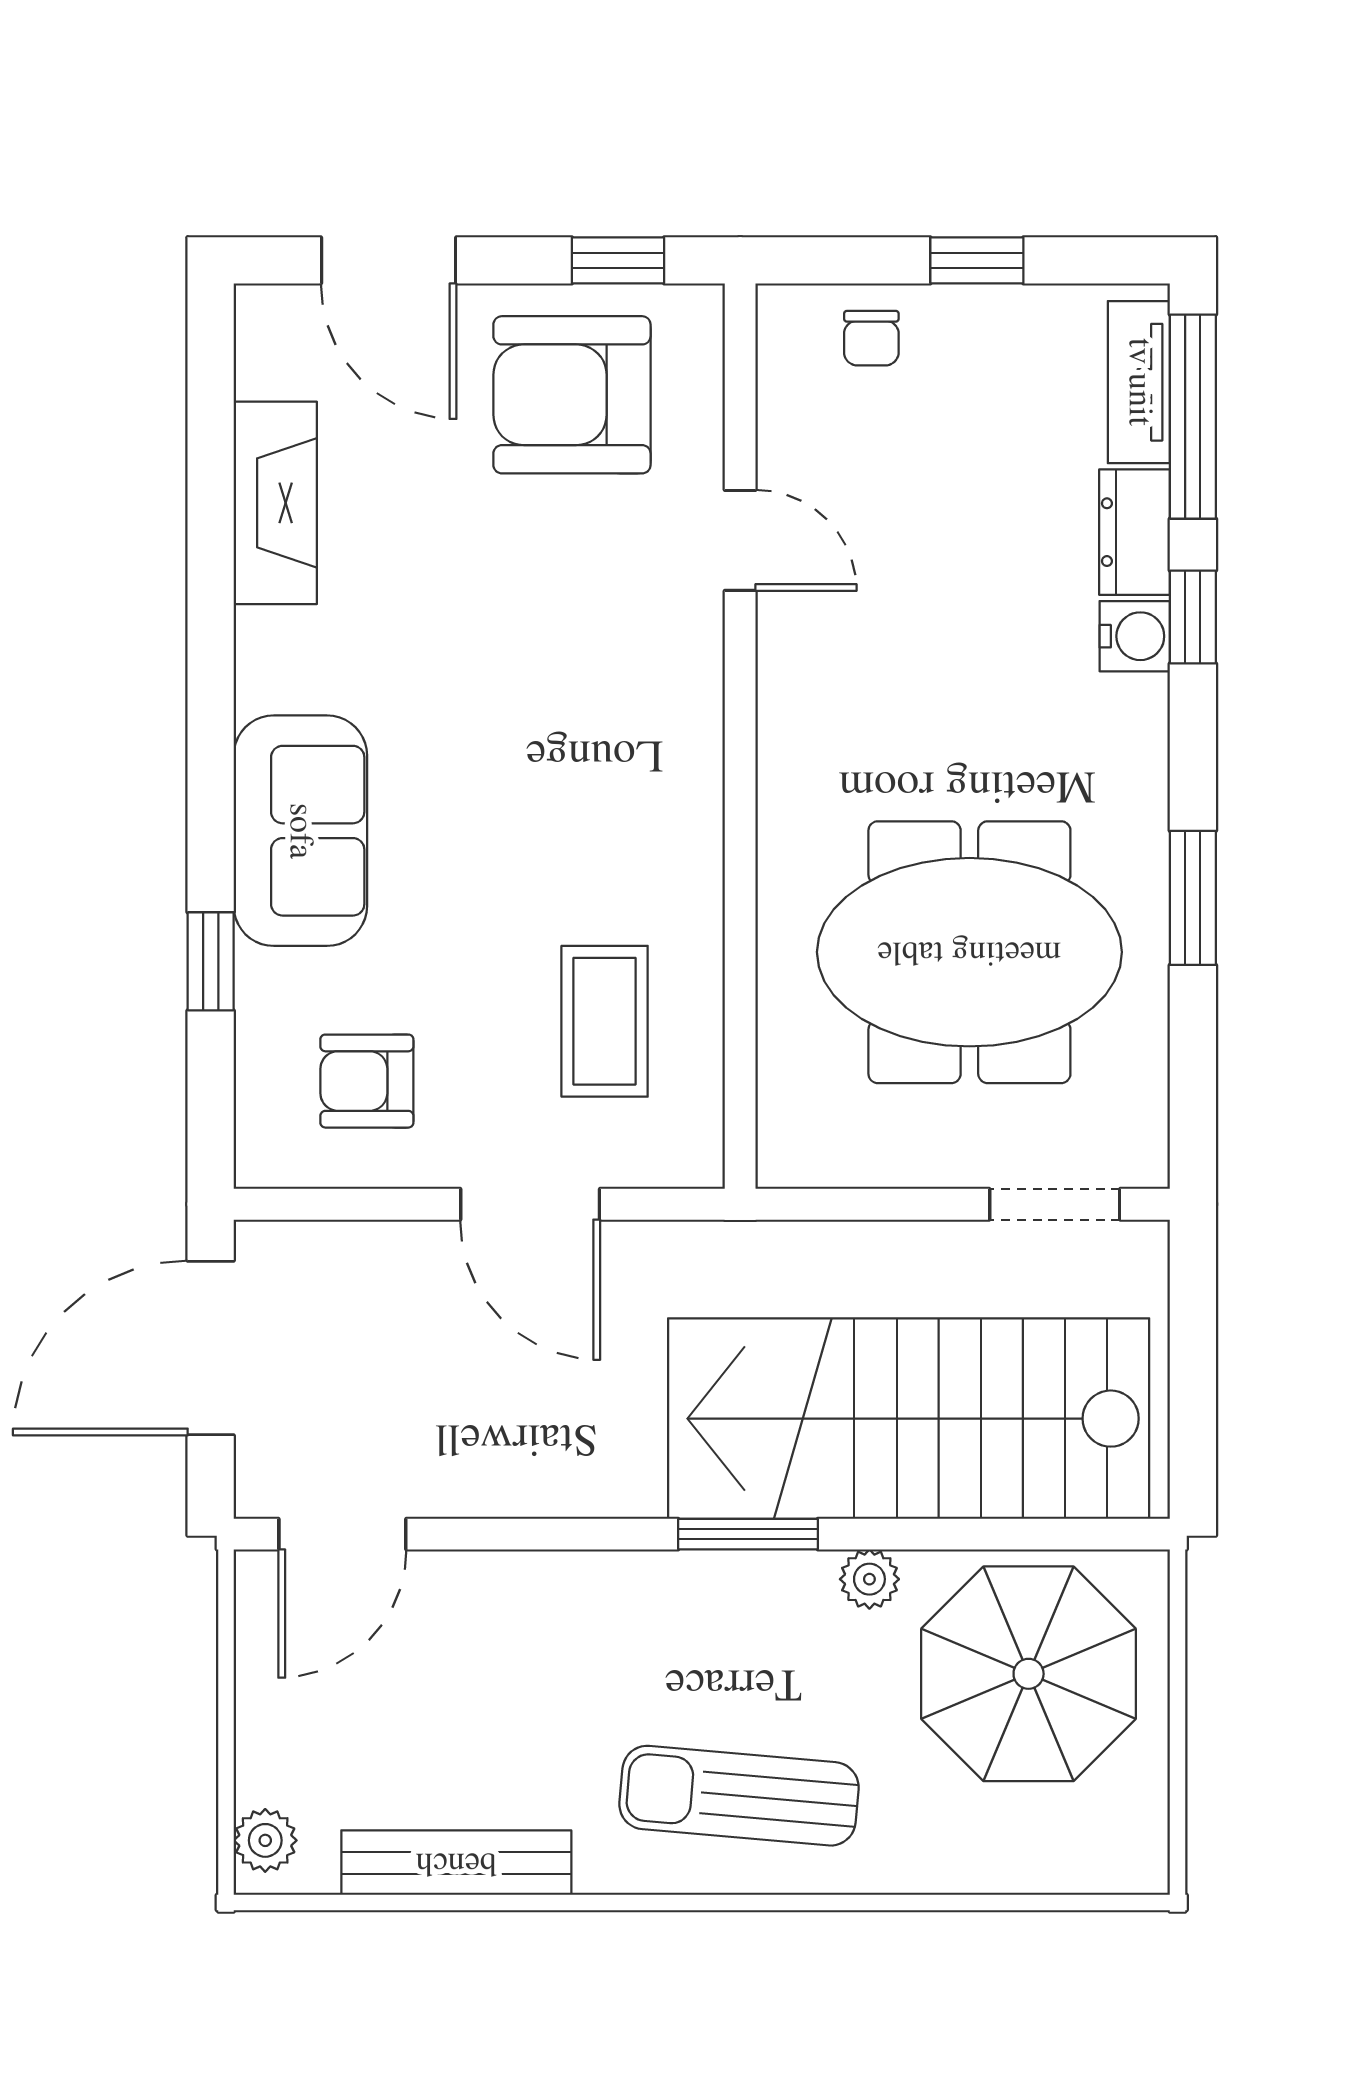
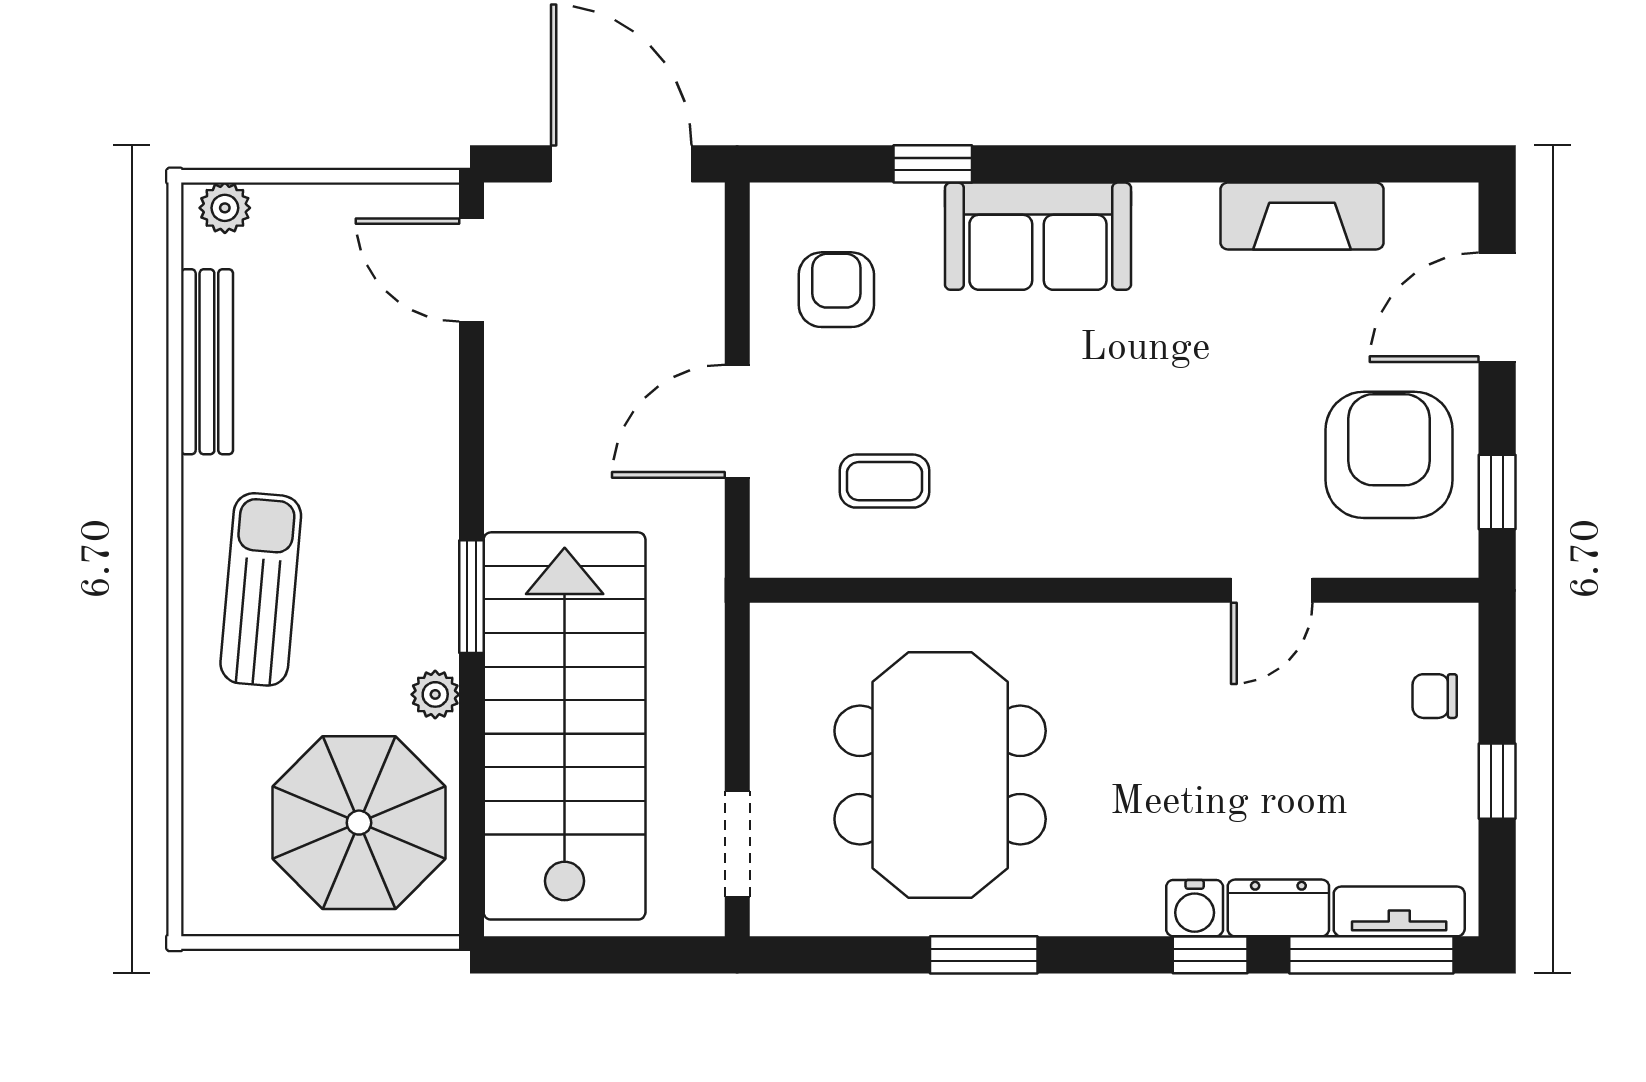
coffee table: (605, 1021) -> (885, 481), width x0.73, depth x0.77

